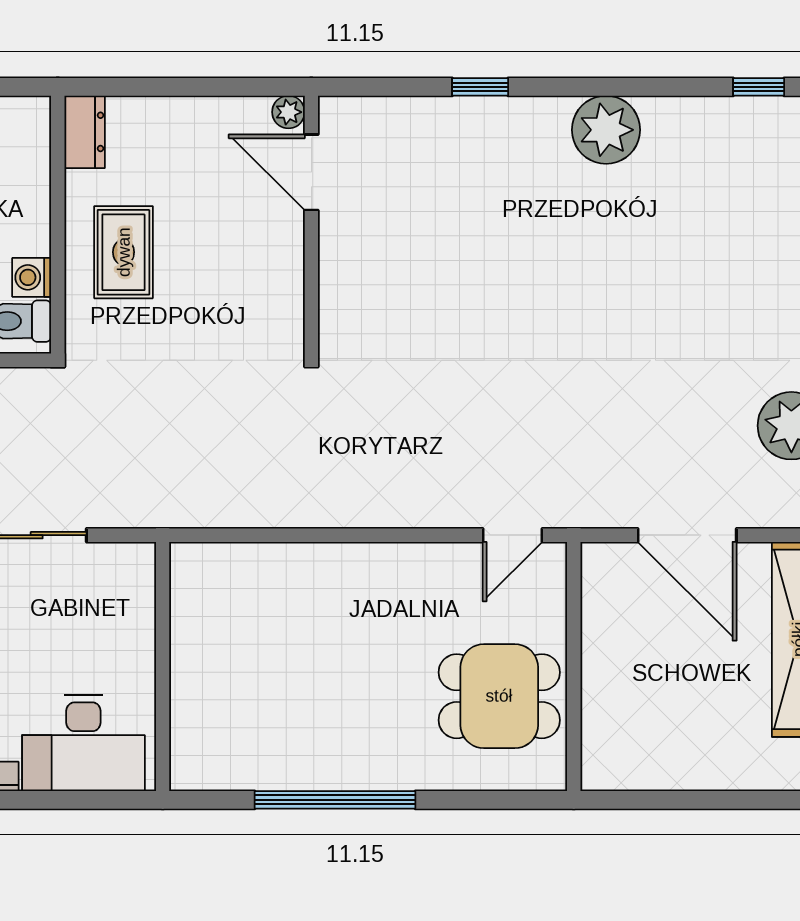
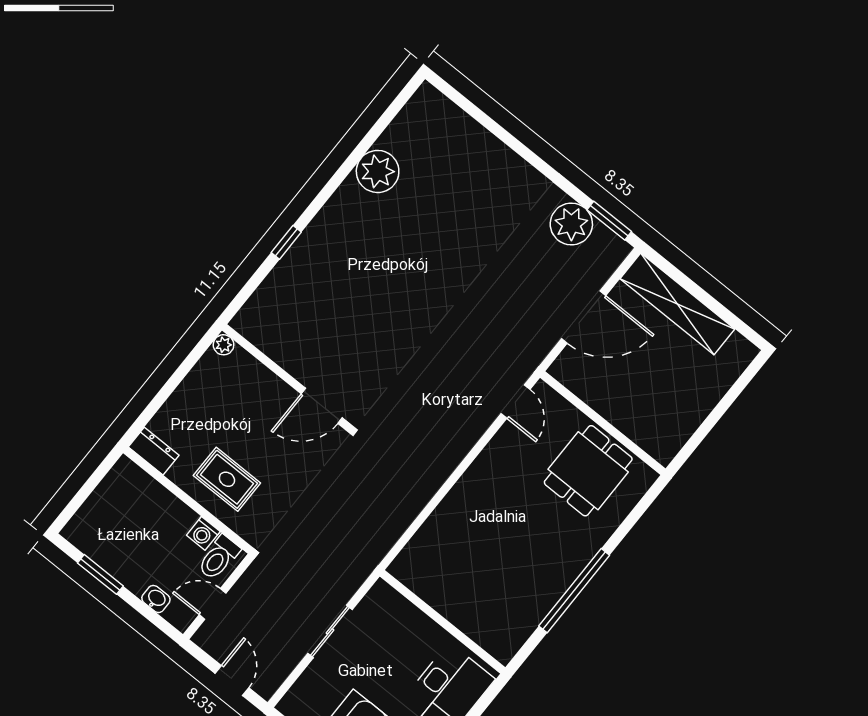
window: (759, 87) -> (395, 108), removed
plant: (606, 130) -> (378, 171), moved
door: (311, 172) -> (322, 406), moved

